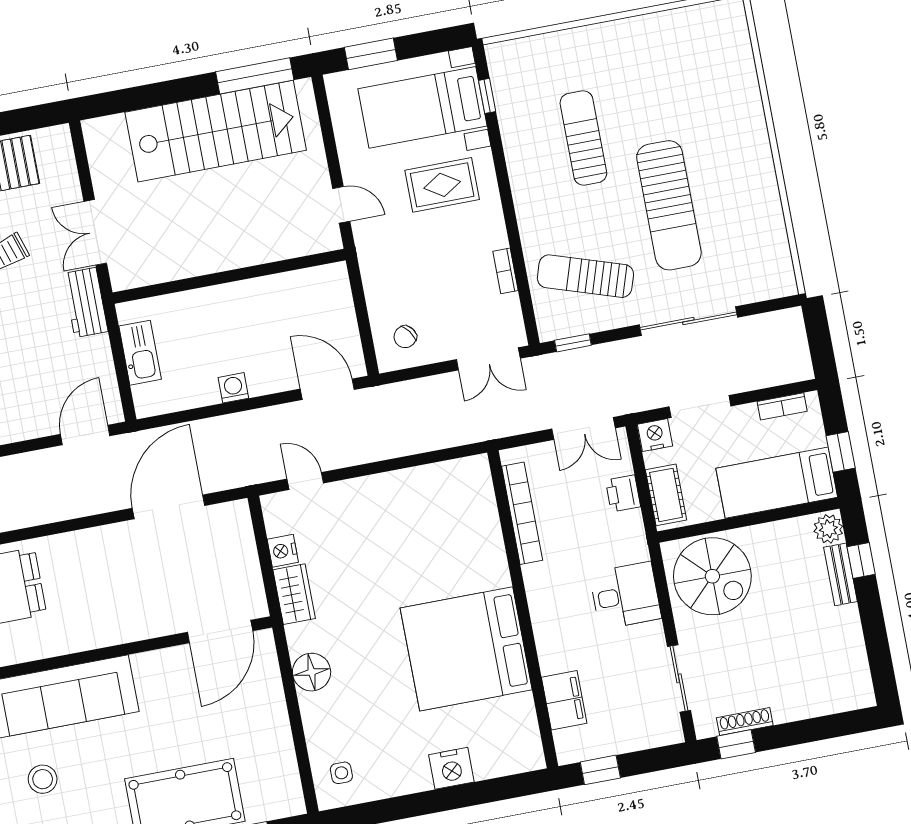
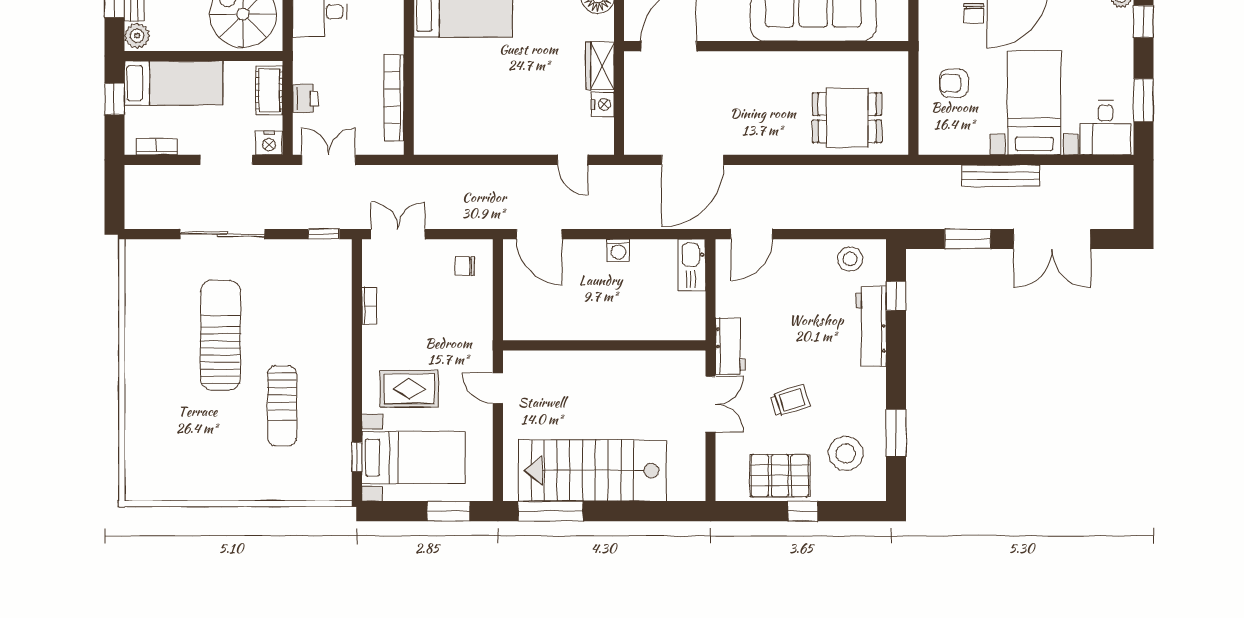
sun lounger: (585, 276) -> (302, 289), removed
chair: (405, 337) -> (465, 266), turned -144
kitchen sink: (140, 353) -> (692, 265), moved

